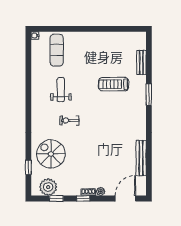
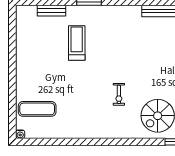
treadmill: (114, 84) -> (77, 43), turned 180
weight bench: (61, 90) -> (83, 104), removed

